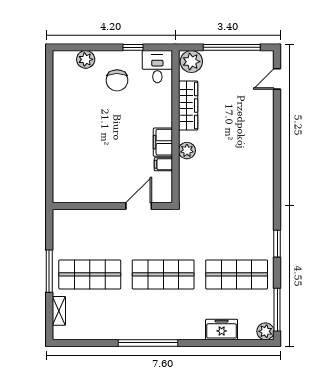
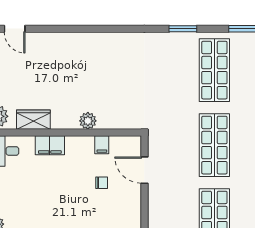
chair: (117, 80) -> (102, 183), moved, width x0.54, depth x0.54
wardrobe: (188, 106) -> (33, 120), width x0.67
filing cabinet: (163, 142) -> (50, 145), moved

